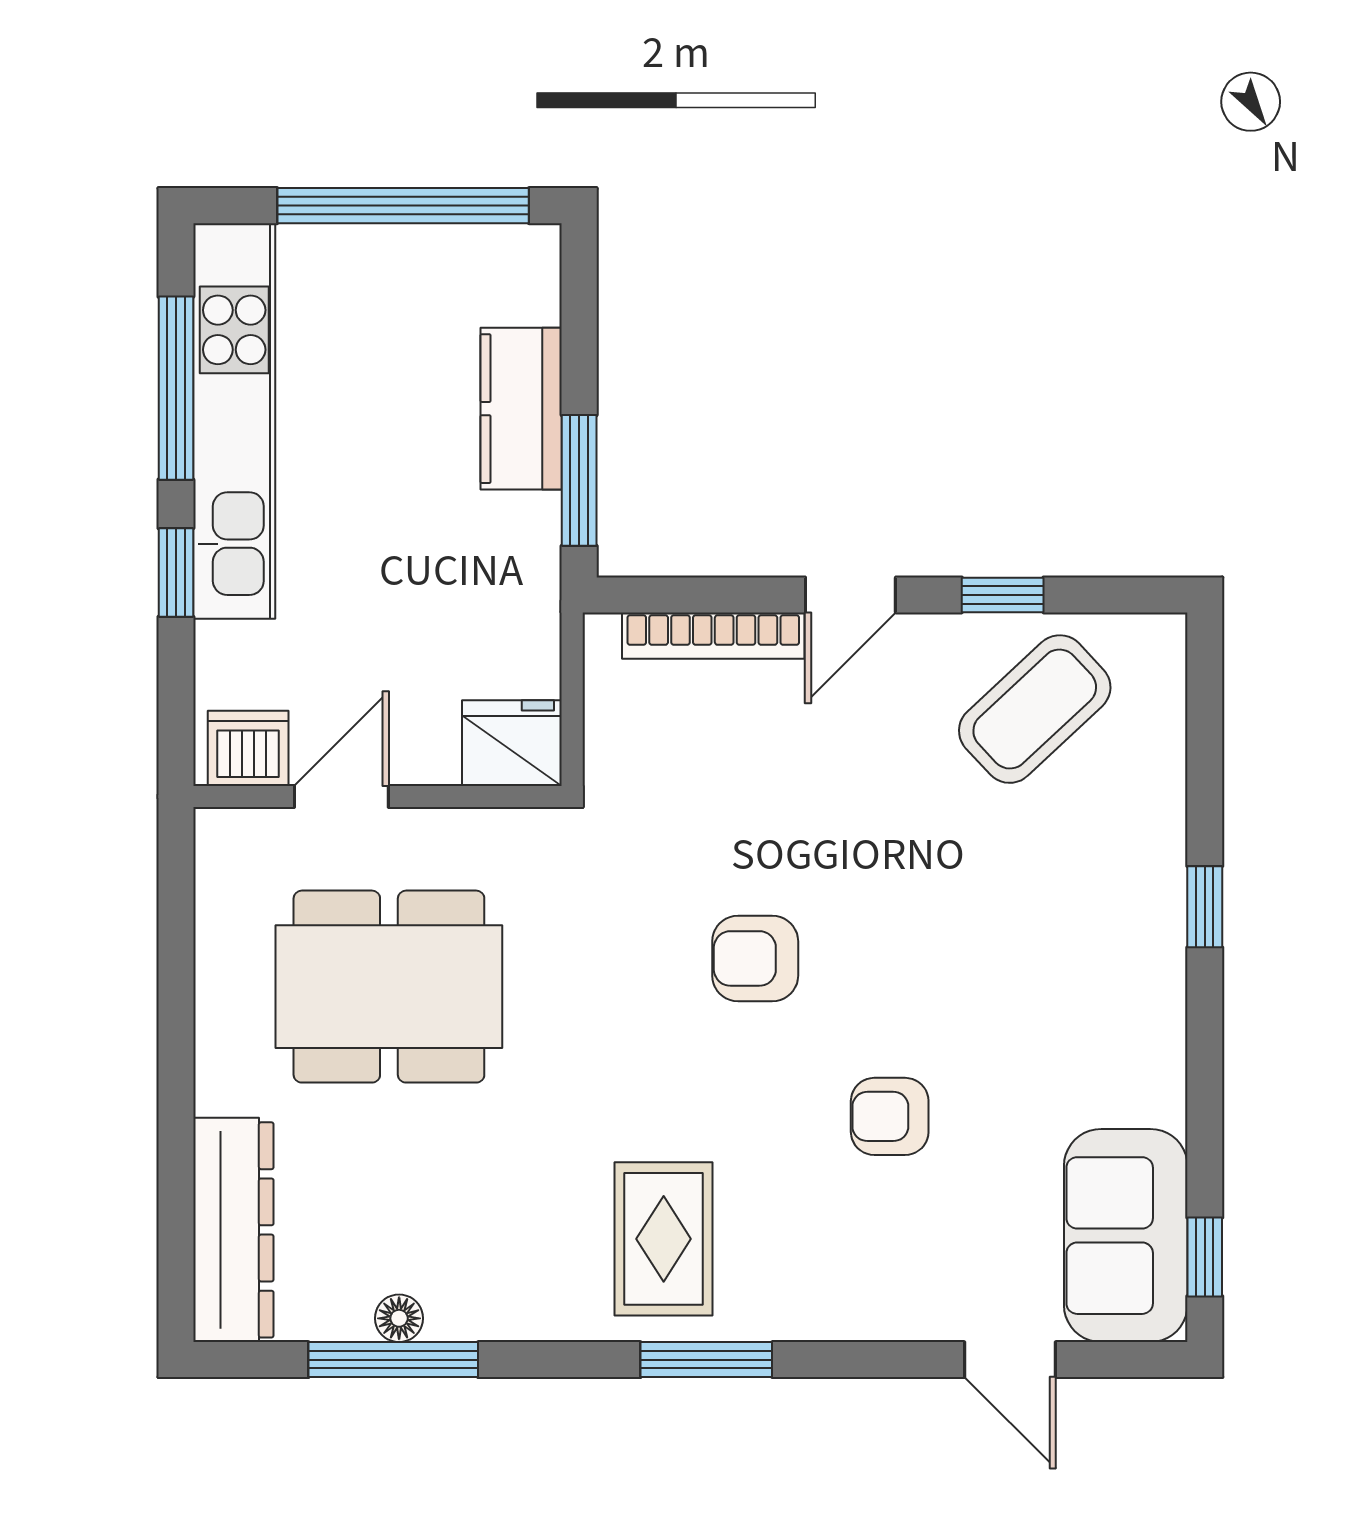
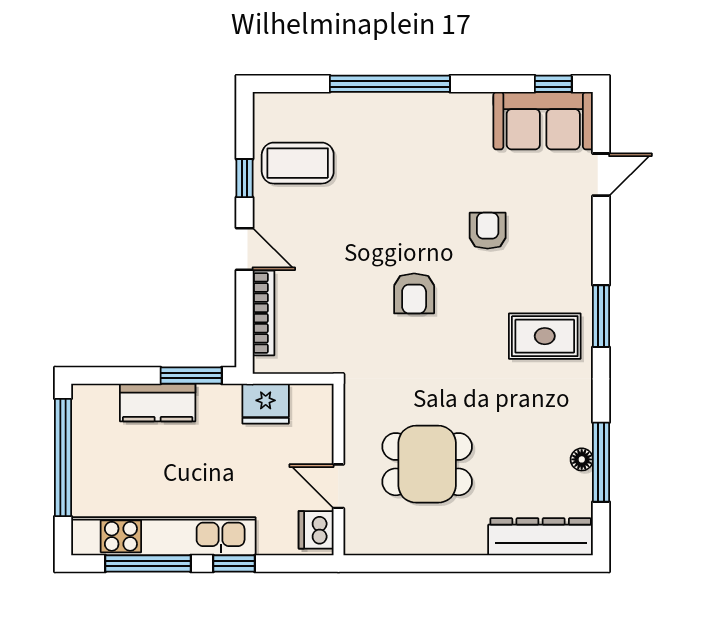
coffee table: (1035, 709) -> (298, 163), turned -47
fridge: (512, 743) -> (266, 404), moved, turned -90
window: (1205, 907) -> (390, 84), width x3.17
dining table: (389, 987) -> (427, 464), width x0.73
armchair: (890, 1116) -> (488, 231), turned 180

